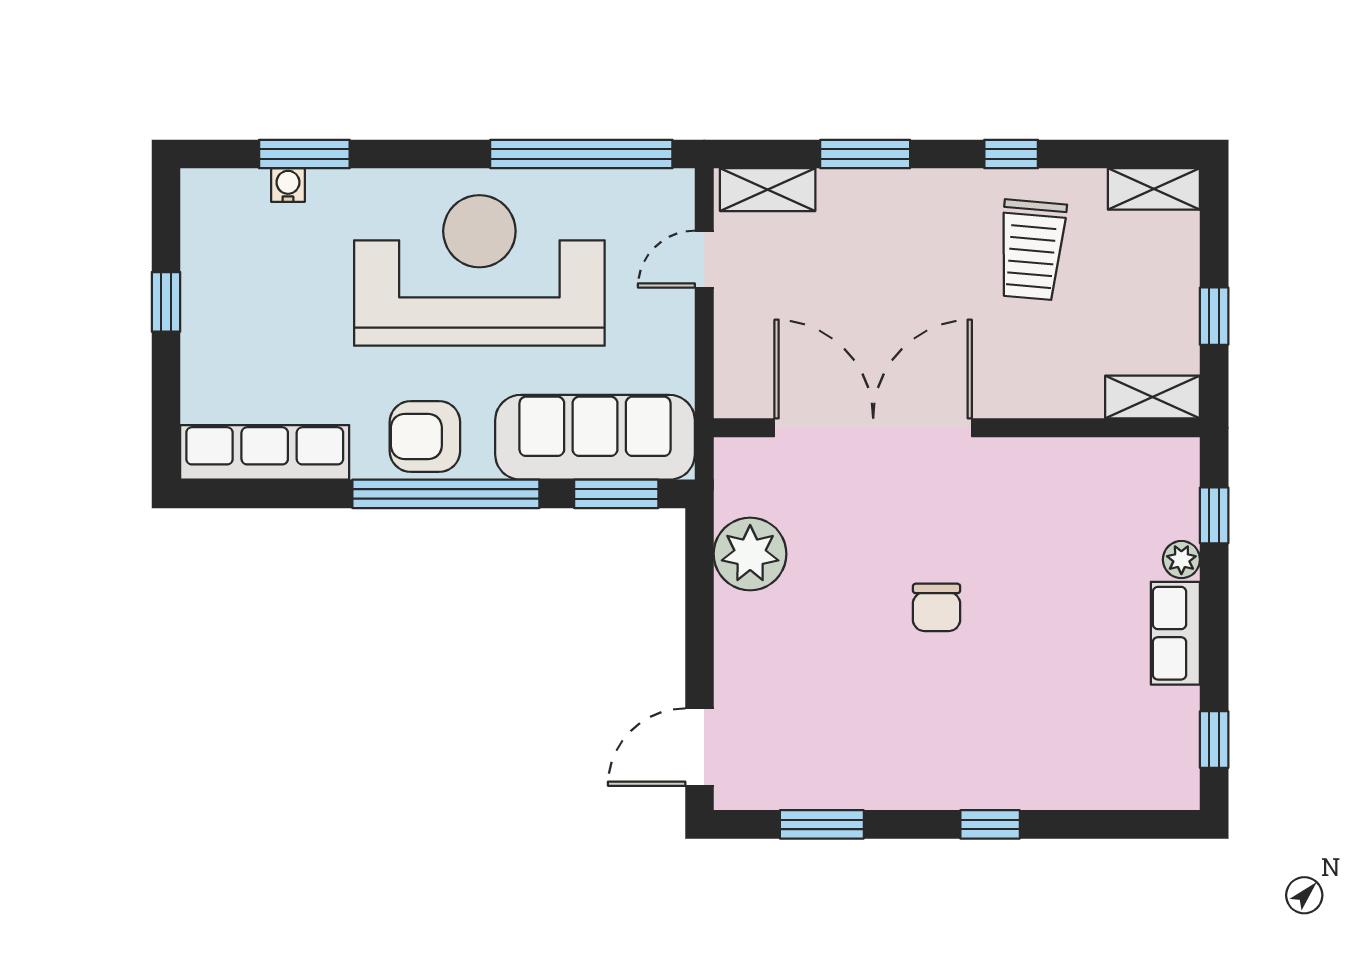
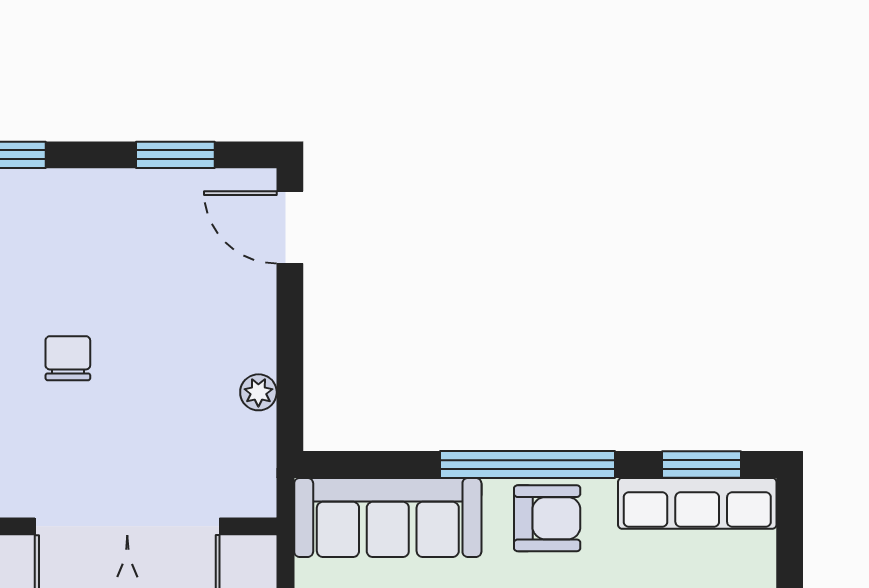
window: (616, 494) -> (701, 464), moved
plant: (750, 554) -> (258, 392), width x0.53, depth x0.53
door: (700, 747) -> (290, 227), swing flipped

